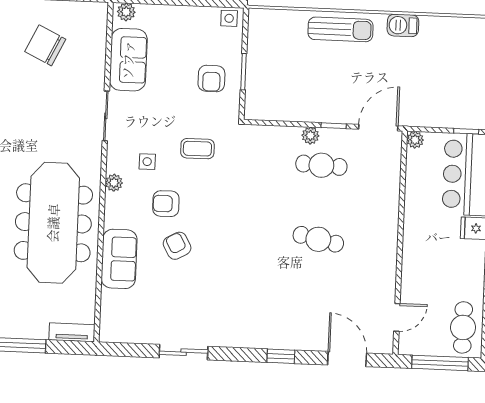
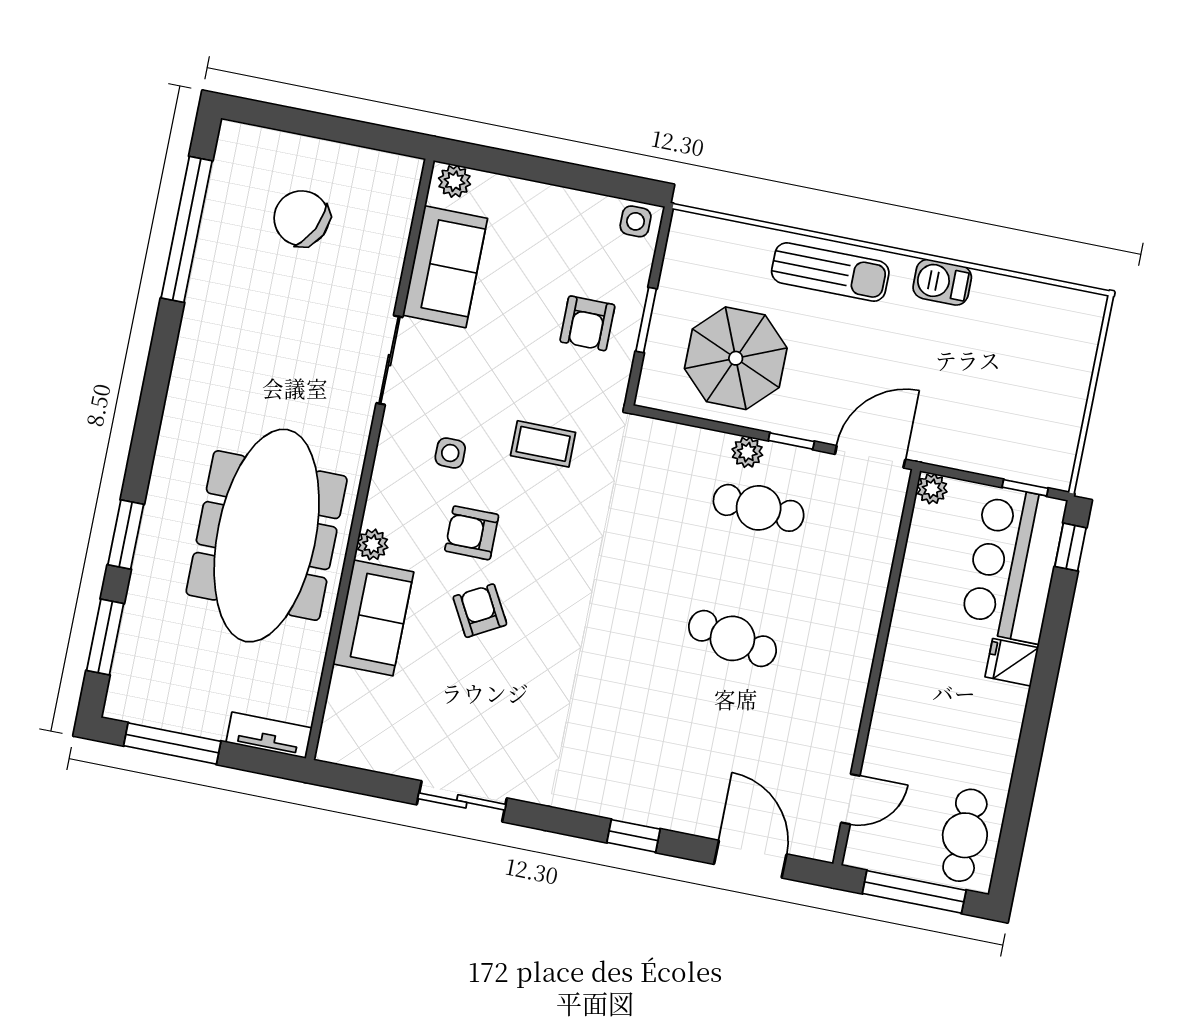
parasol: (296, 85) -> (736, 358), added
plant: (114, 183) -> (373, 544), moved

